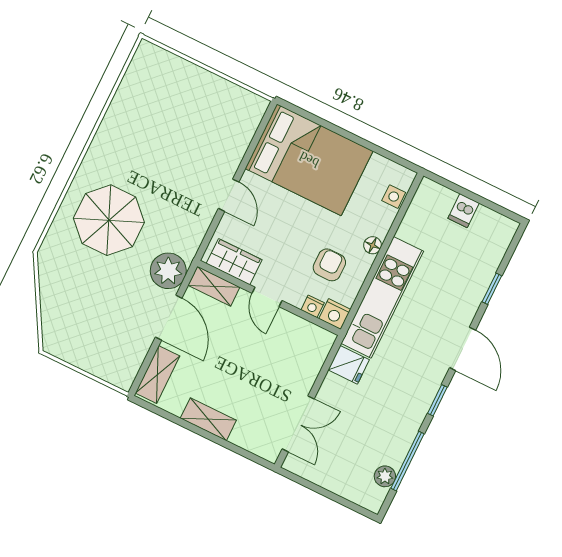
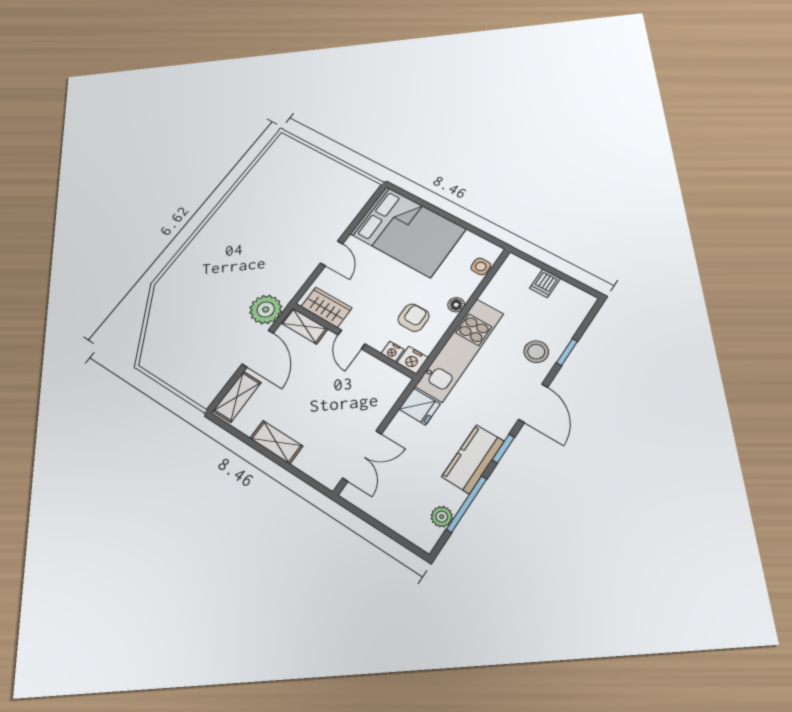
parasol: (109, 220) -> (223, 264), removed
stool: (461, 291) -> (536, 352), added
kitchen counter: (409, 415) -> (473, 459), added

